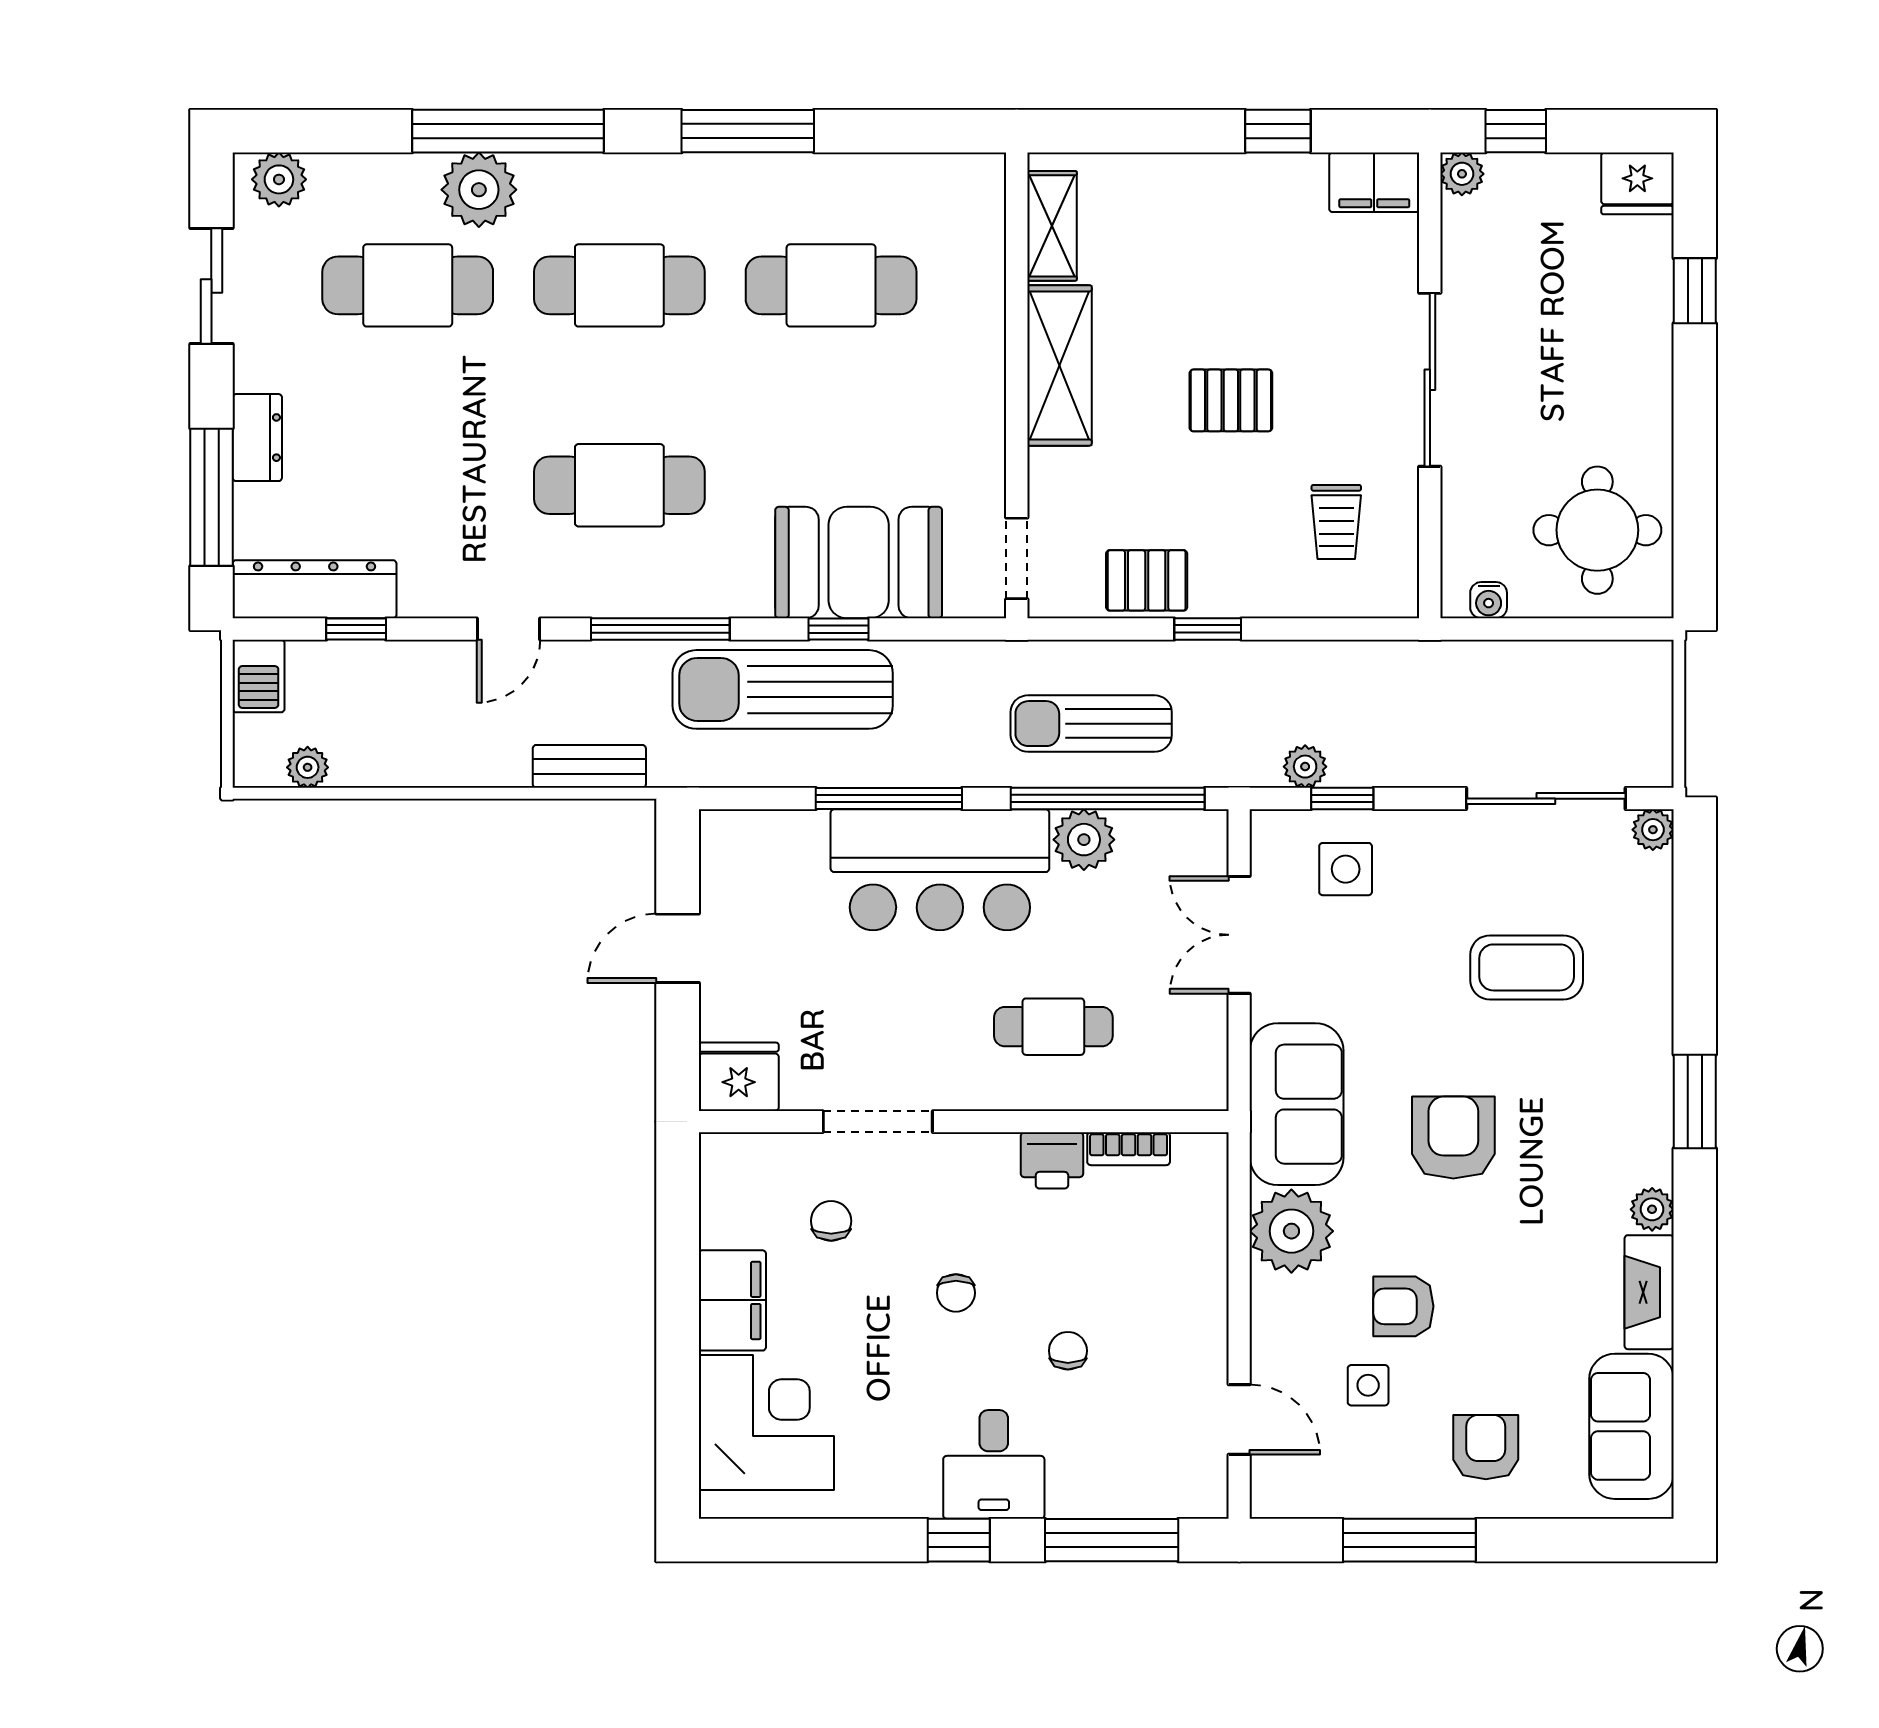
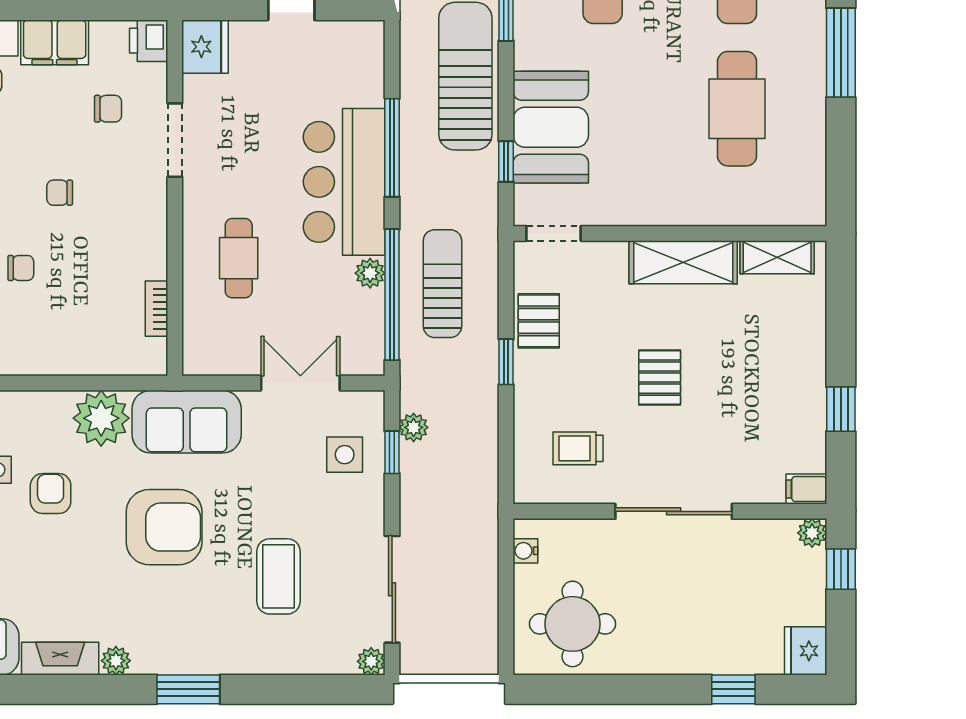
filing cabinet: (1374, 182) -> (806, 489), width x0.50
window: (838, 629) -> (506, 161), moved
plant: (1084, 840) -> (370, 273), width x0.73, depth x0.73
armchair: (1453, 1138) -> (164, 527), width x1.36, depth x1.36
printer: (1052, 1160) -> (149, 41), moved

